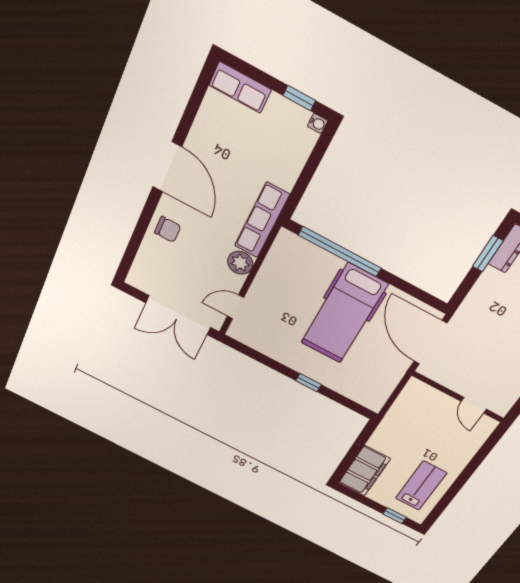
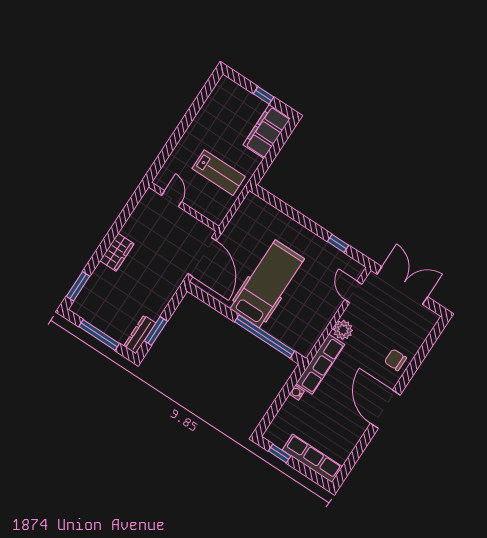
row of seats: (240, 87) -> (312, 458), width x1.48
water cooler: (318, 123) -> (297, 393), moved
door: (235, 307) -> (353, 292), swing flipped
window: (309, 383) -> (338, 243), moved
lab bench: (421, 486) -> (219, 173), moved, turned -90
window: (395, 516) -> (264, 95), moved

